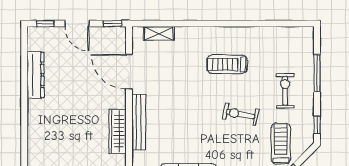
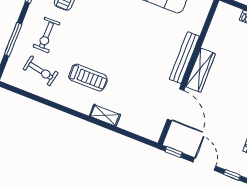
shelving: (159, 33) -> (105, 115), moved
exercise bike: (241, 114) -> (41, 71), moved
wardrobe: (118, 131) -> (201, 70), moved

